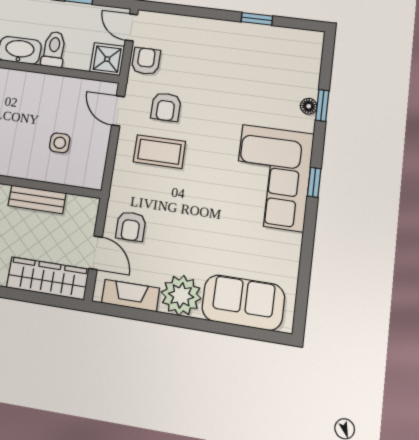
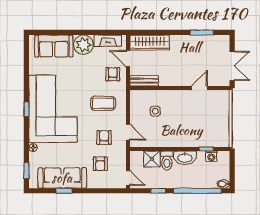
sofa: (257, 43) -> (62, 178), added
shower: (107, 59) -> (152, 159), moved
armchair: (146, 61) -> (100, 164), moved
window: (322, 105) -> (26, 171), moved
coffee table: (159, 152) -> (103, 103), moved
corner sofa: (273, 178) -> (53, 109), width x1.36, depth x1.36
bench: (37, 199) -> (144, 81), moved

